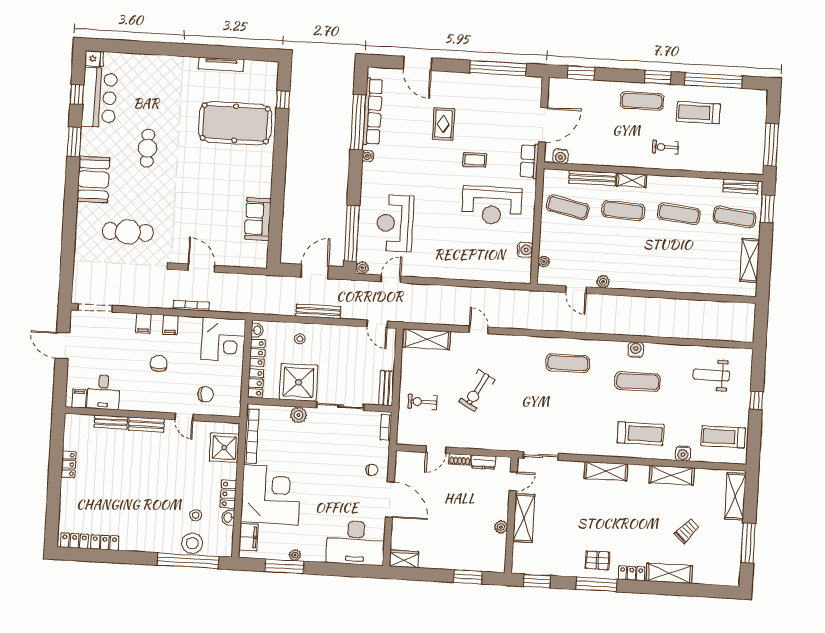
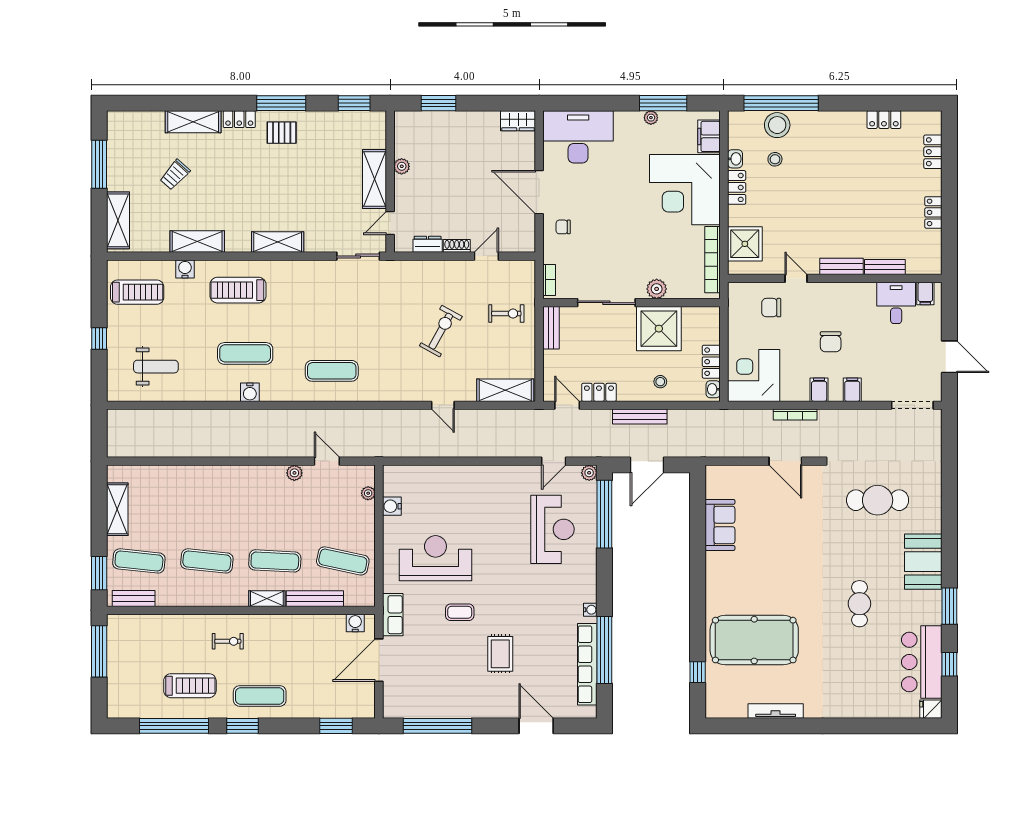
locker: (256, 383) -> (599, 392), moved, turned 90
locker: (74, 541) -> (933, 152), moved, turned 90

